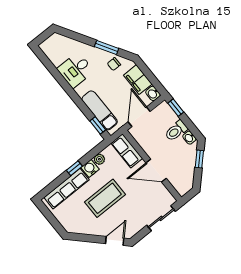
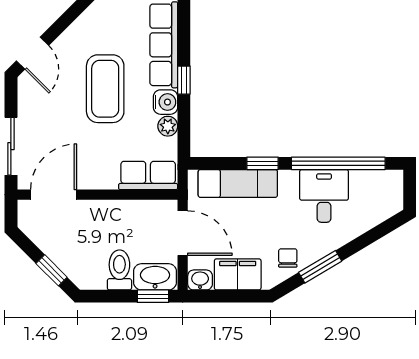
window: (57, 75) -> (338, 163), added
window: (98, 125) -> (263, 163), moved
washbasin: (189, 138) -> (155, 277), moved, width x1.91, depth x1.45
door: (156, 171) -> (54, 195), moved

